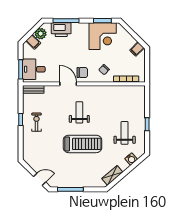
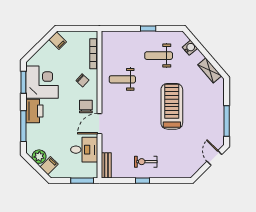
printer: (61, 30) -> (34, 111), moved
desk: (34, 69) -> (84, 150), moved, turned -90
weight bench: (79, 112) -> (122, 79), moved

